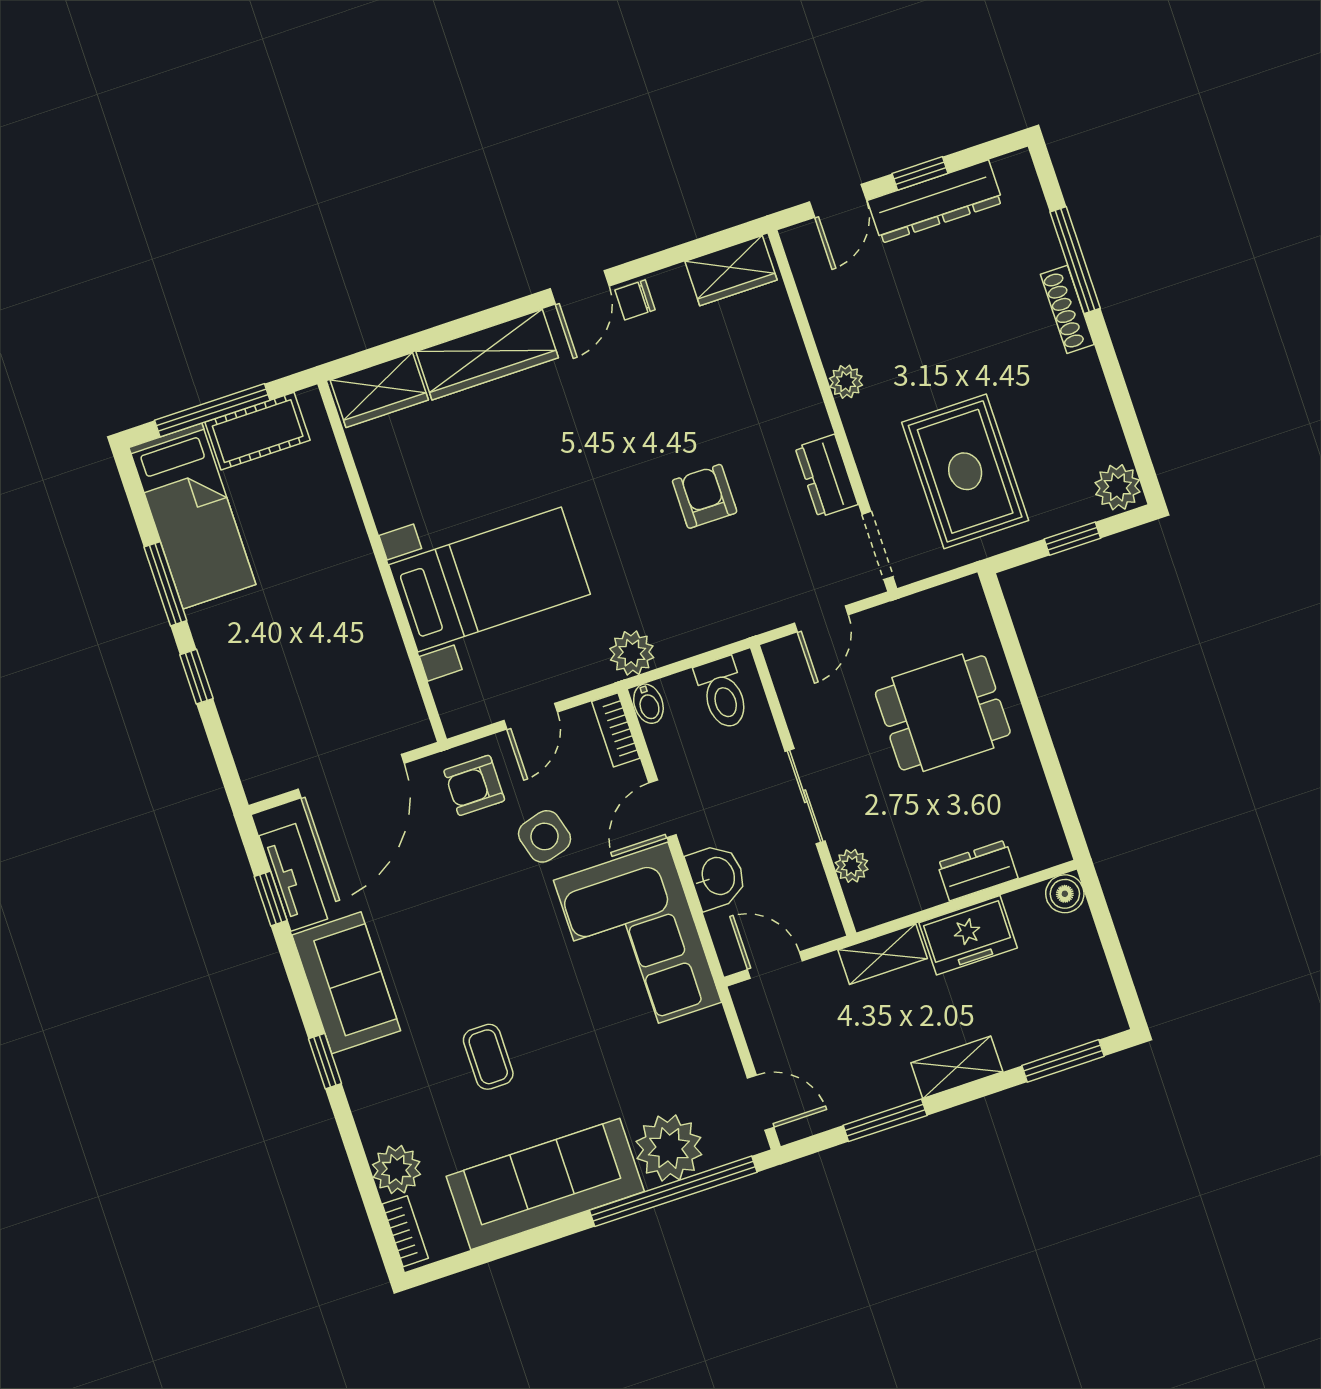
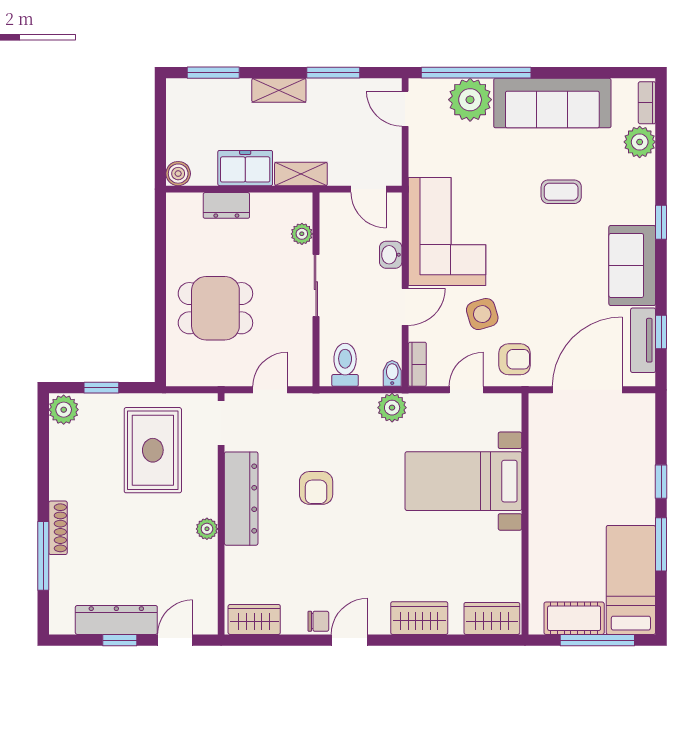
wardrobe: (487, 355) -> (419, 618), width x0.67
dresser: (827, 476) -> (241, 499), width x1.96, depth x1.24
washbasin: (717, 876) -> (391, 255), width x0.72, depth x0.69
coffee table: (488, 1057) -> (561, 192), turned 90

